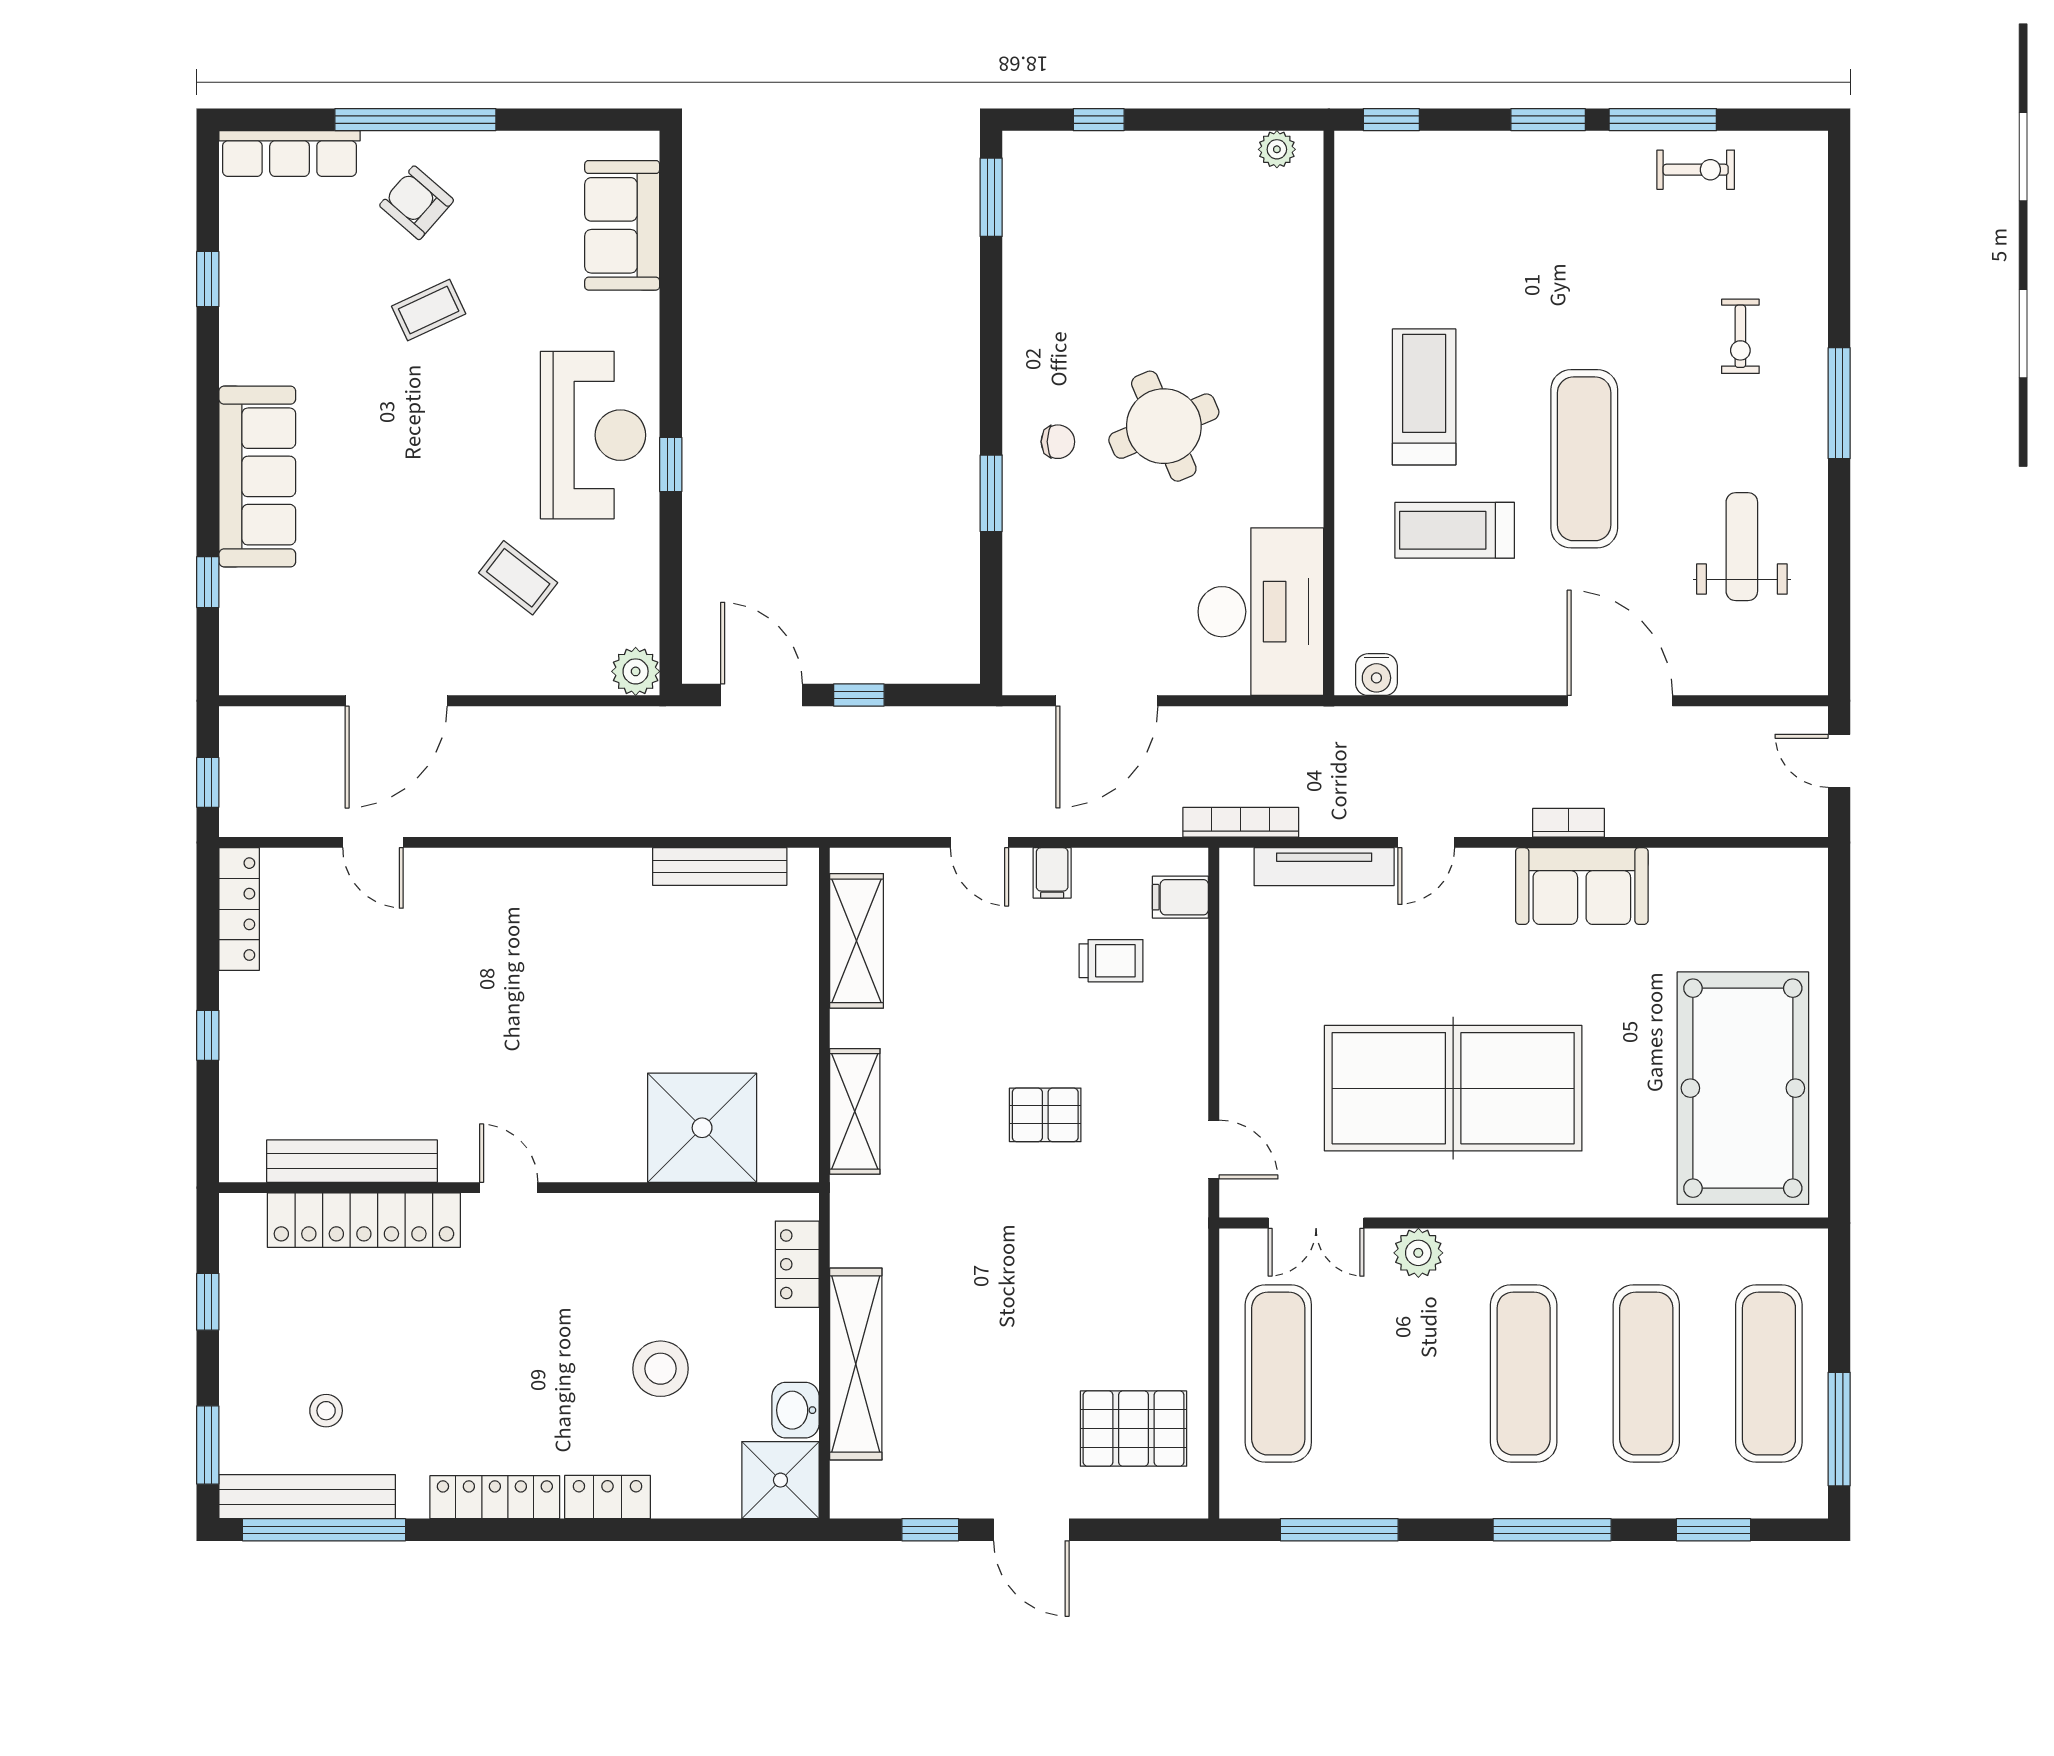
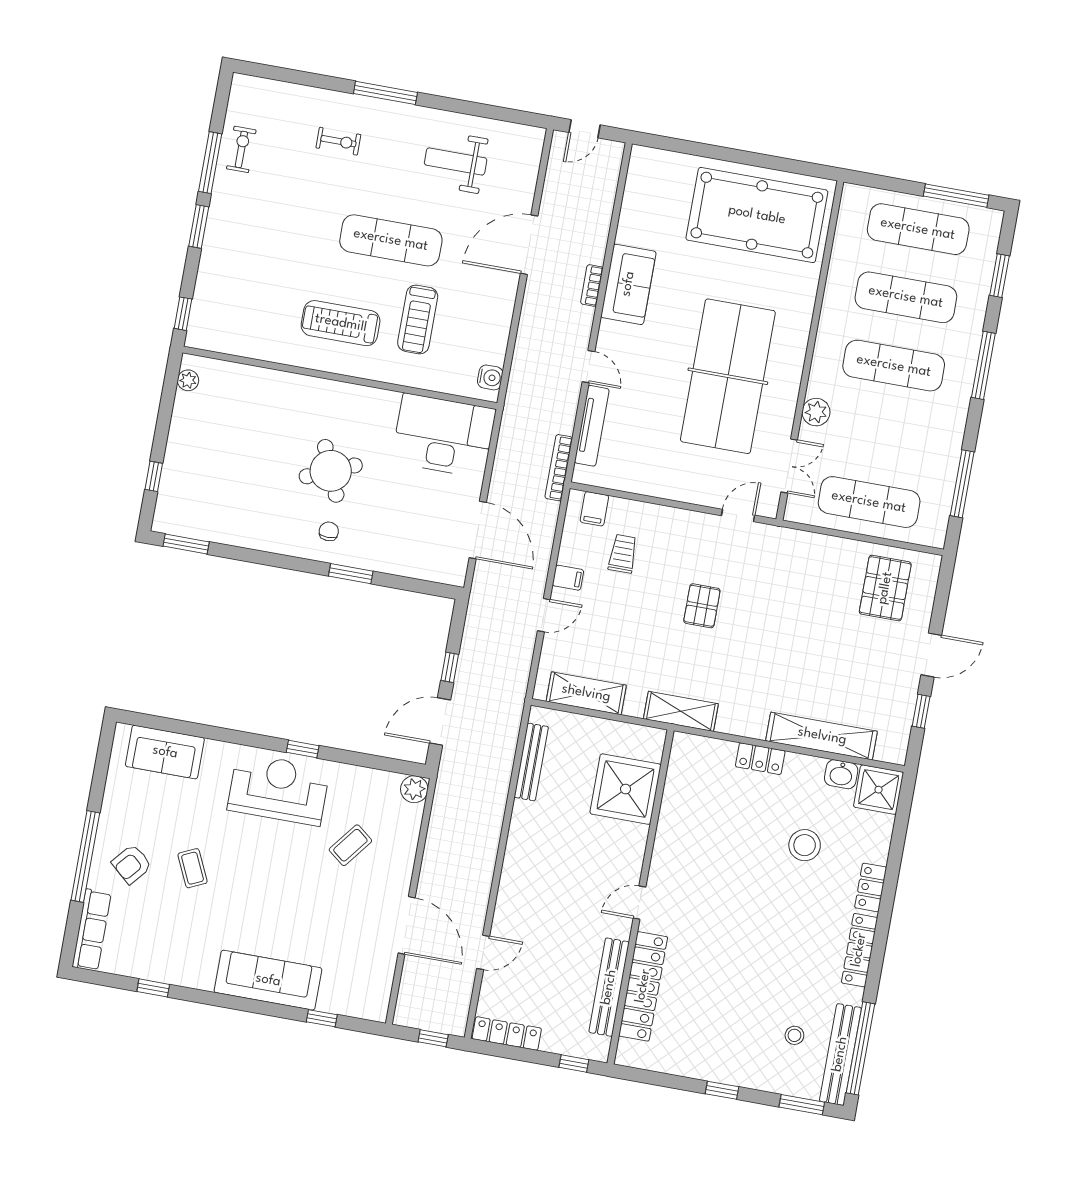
shower: (702, 1128) -> (626, 789), moved
bench: (352, 1161) -> (609, 987), moved
door: (509, 1188) -> (639, 903), moved
wall: (519, 1188) -> (640, 897), moved
locker: (364, 1220) -> (643, 986), moved

